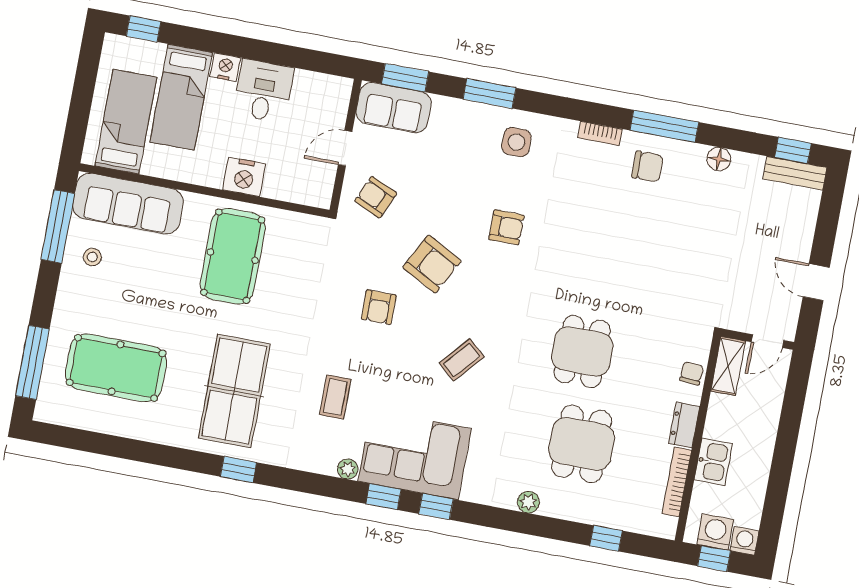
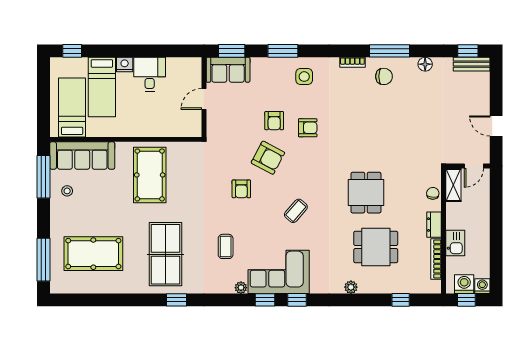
nightstand: (244, 177) -> (148, 127), removed
armchair: (376, 197) -> (274, 121), moved, turned -114
dining table: (582, 444) -> (376, 247), turned 90

